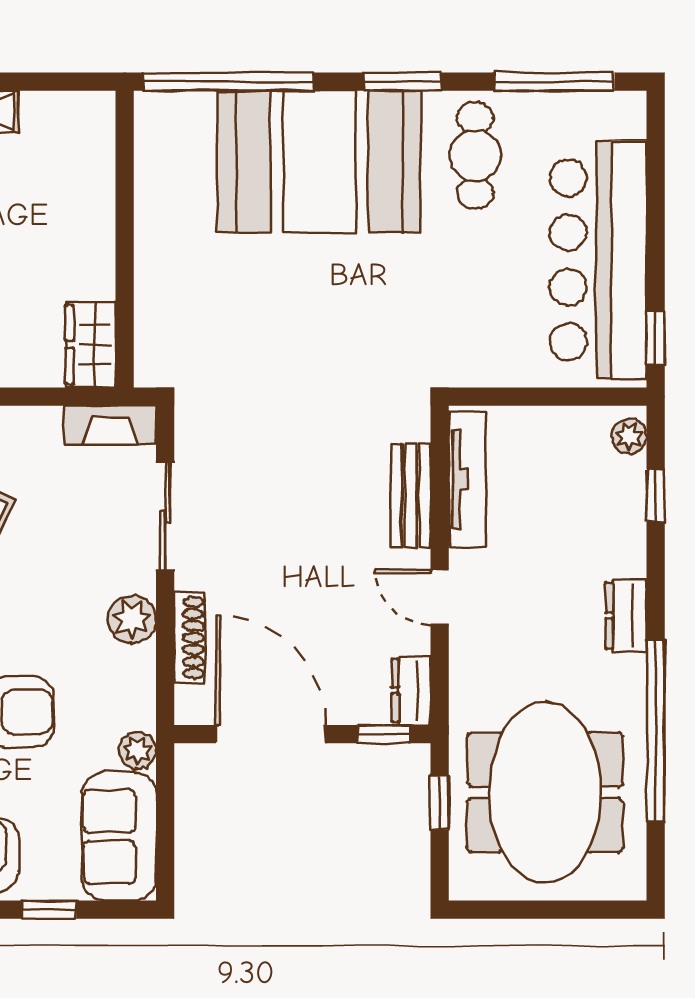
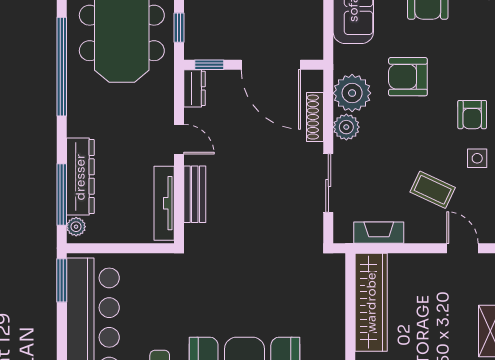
window: (656, 337) -> (62, 280), width x1.50
wardrobe: (91, 345) -> (371, 302), width x2.10, depth x1.17
fireplace: (110, 425) -> (379, 233), moved
window: (656, 495) -> (62, 194), width x2.17
dresser: (626, 616) -> (80, 177), moved, width x1.96, depth x1.24
plant: (138, 750) -> (352, 93), moved, width x1.88, depth x1.88

